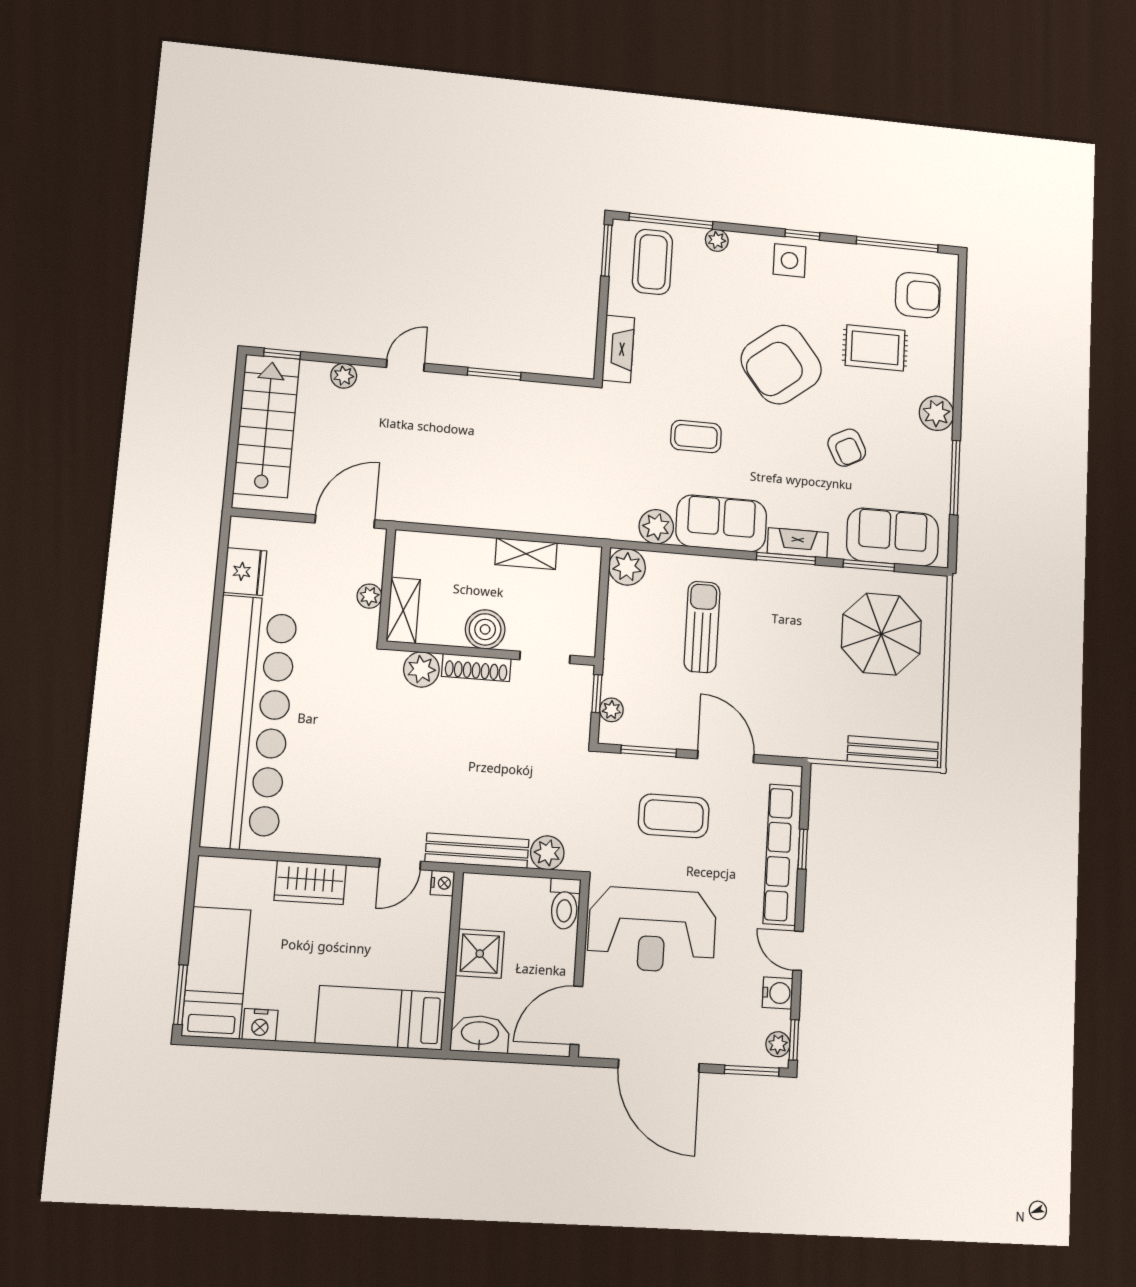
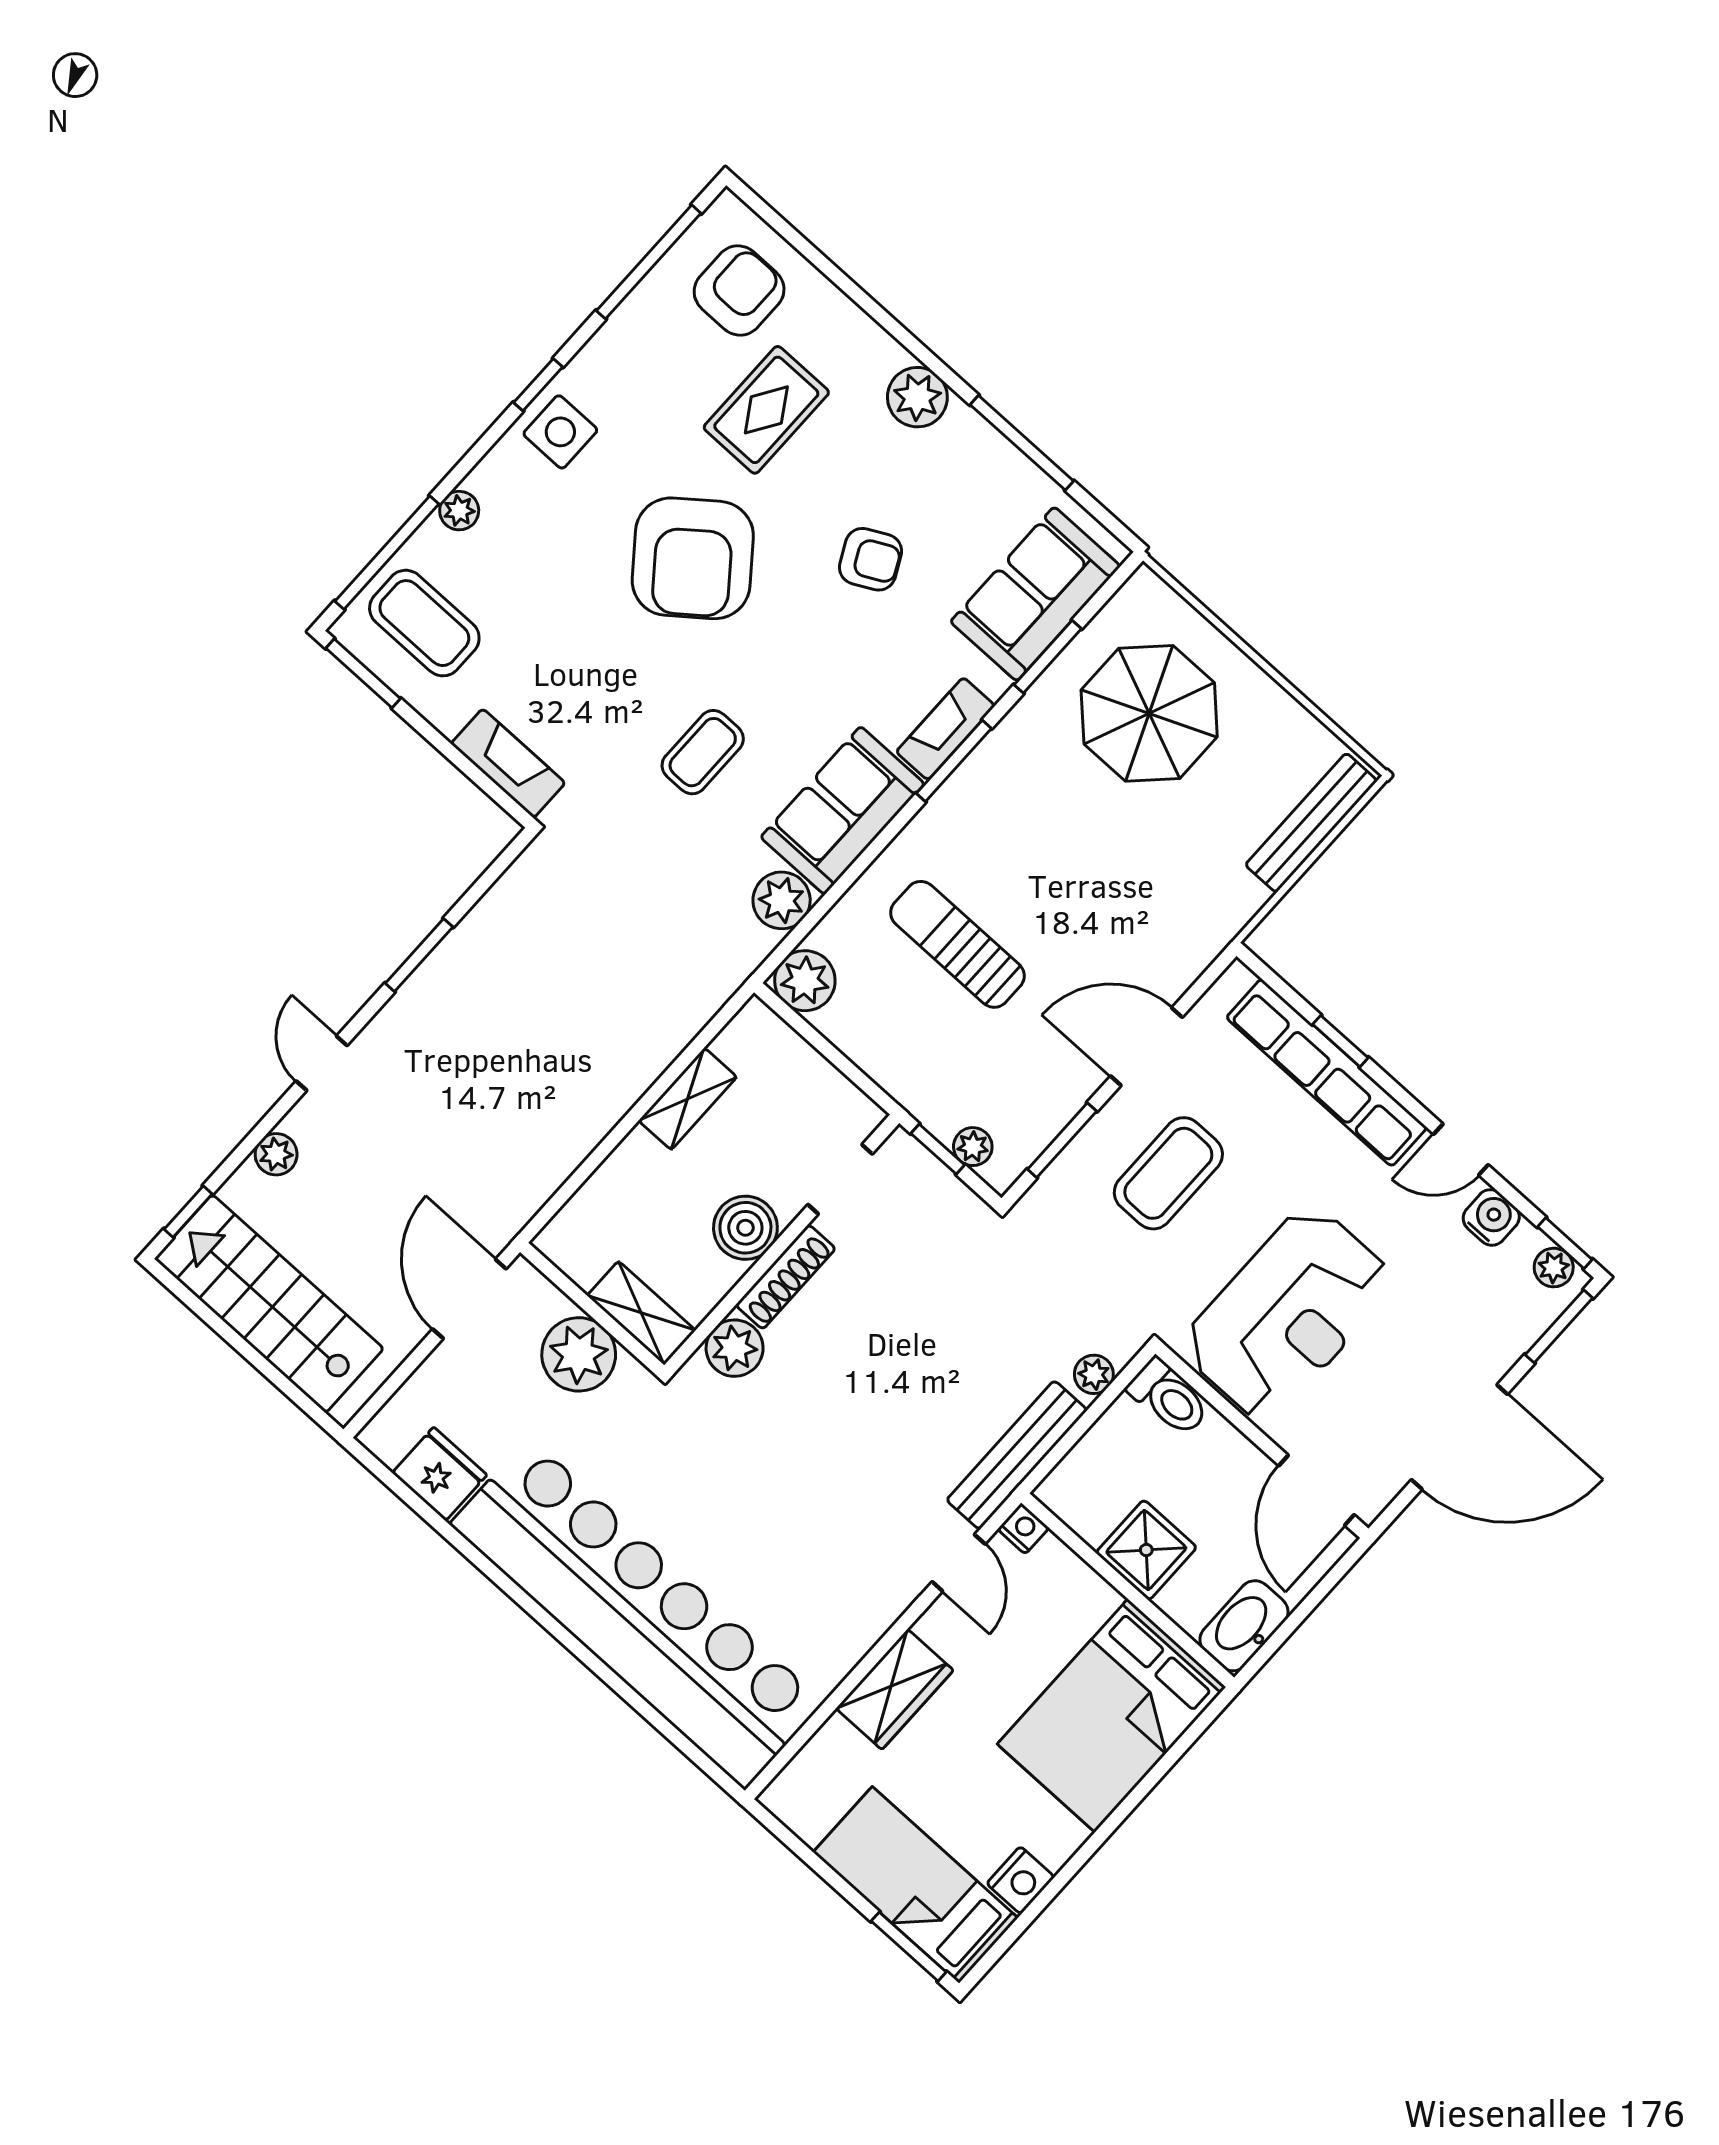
plant: (369, 596) -> (579, 1354), width x1.87, depth x1.87
plant: (547, 853) -> (1094, 1374), width x0.73, depth x0.73
bed: (381, 1018) -> (1112, 1715), width x1.50

